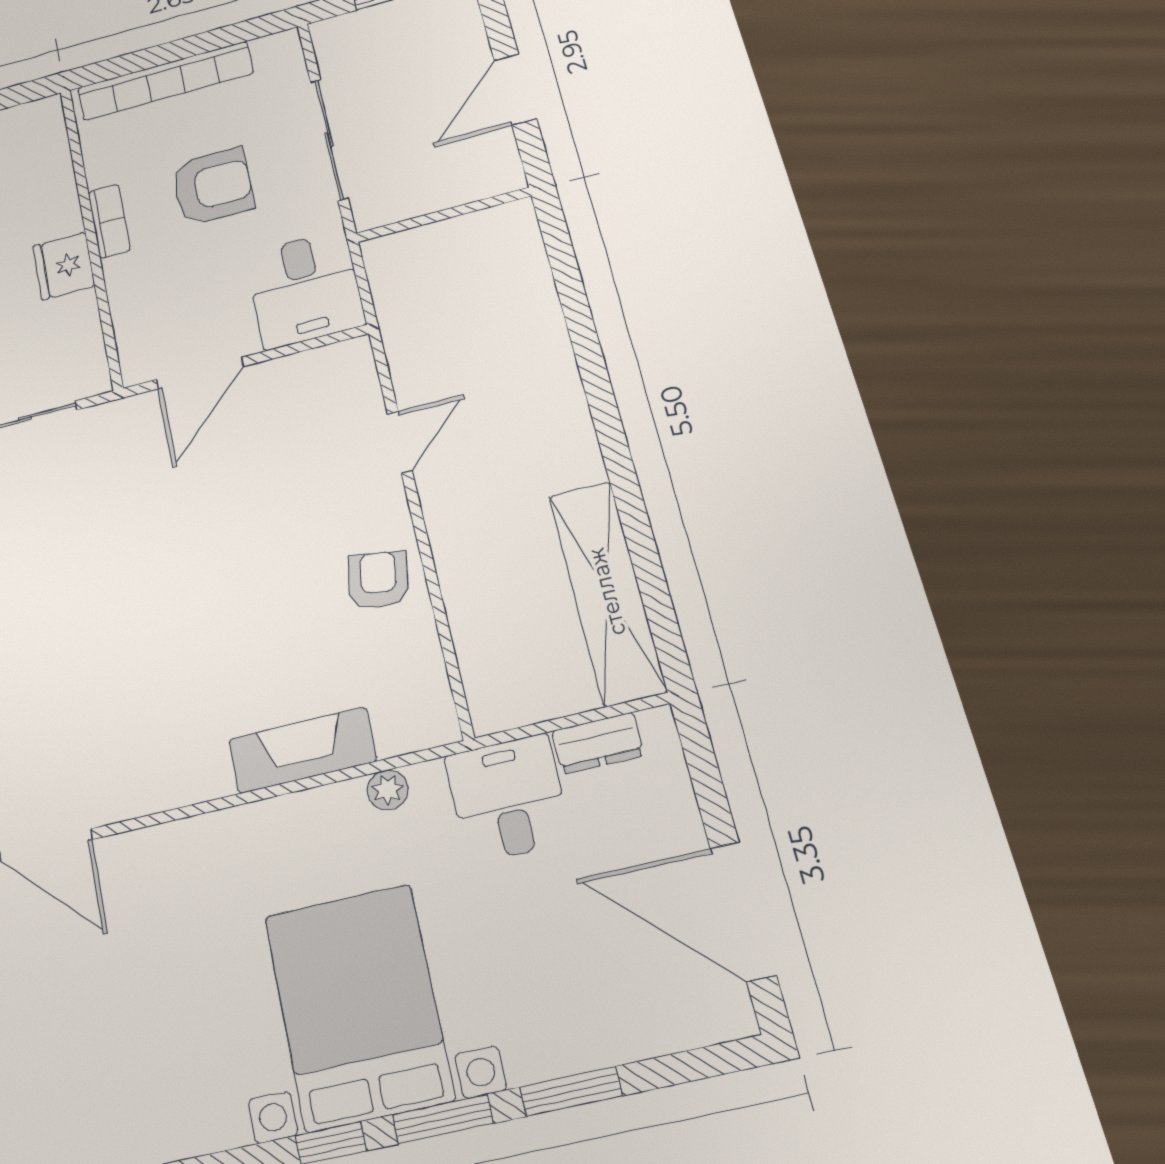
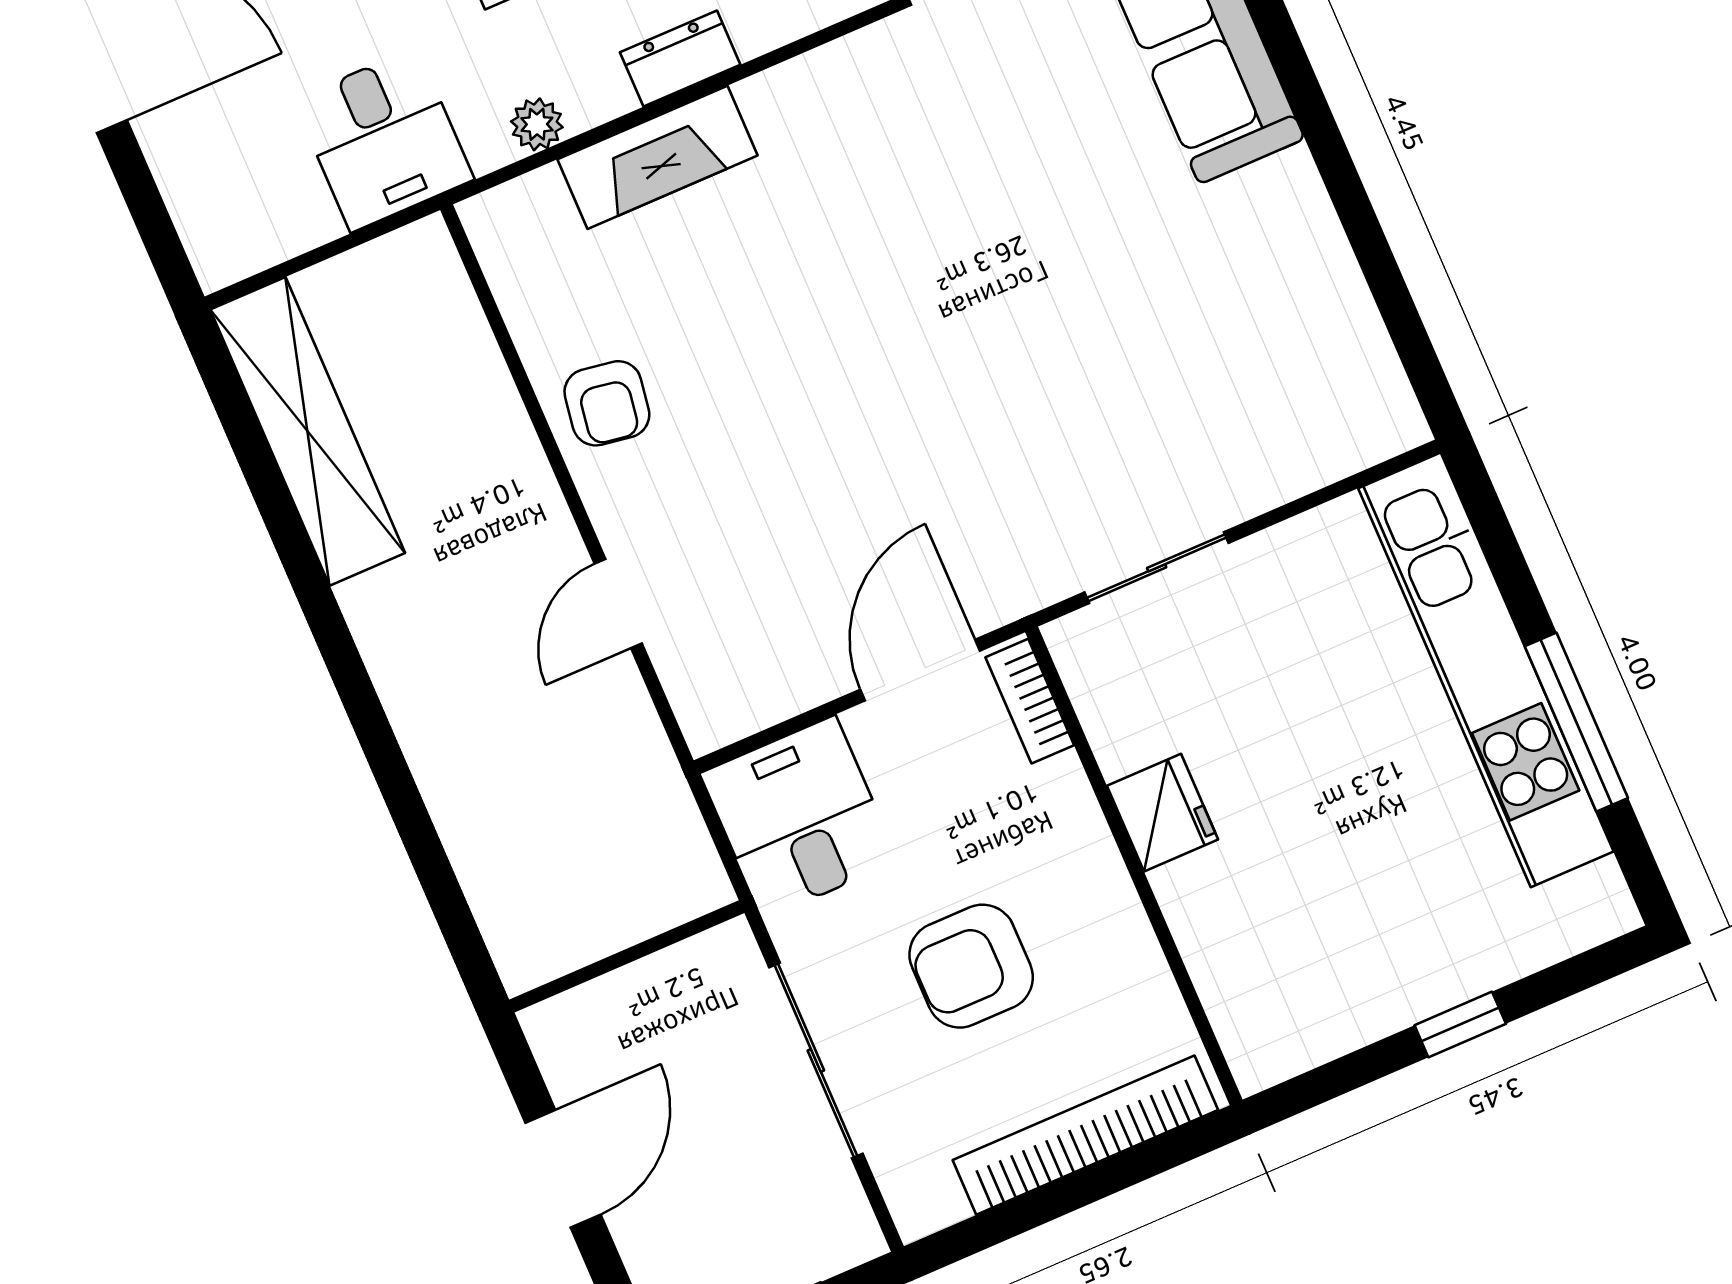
bookcase: (109, 221) -> (1030, 701), moved
dresser: (598, 743) -> (680, 59), moved

